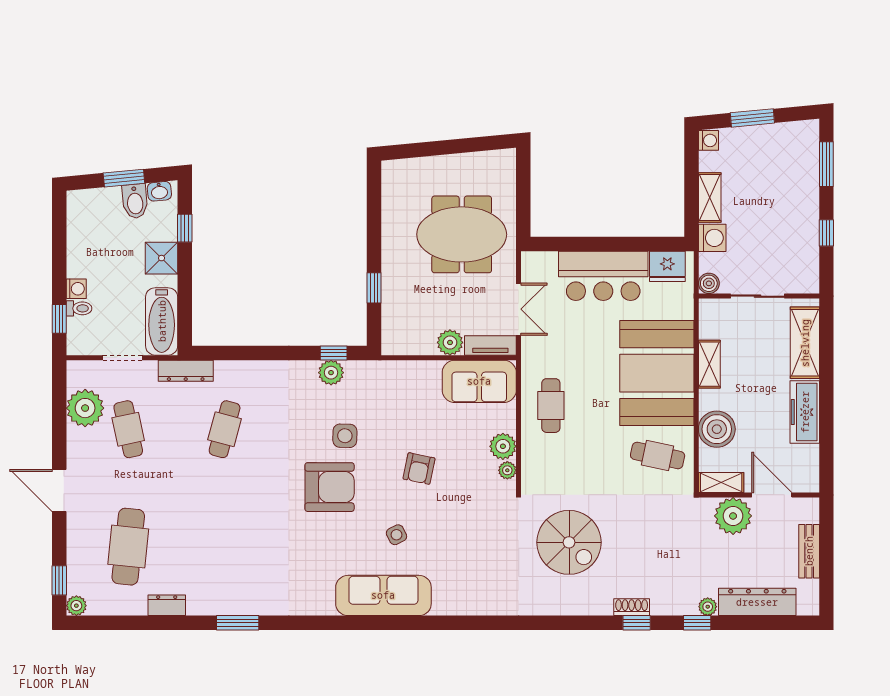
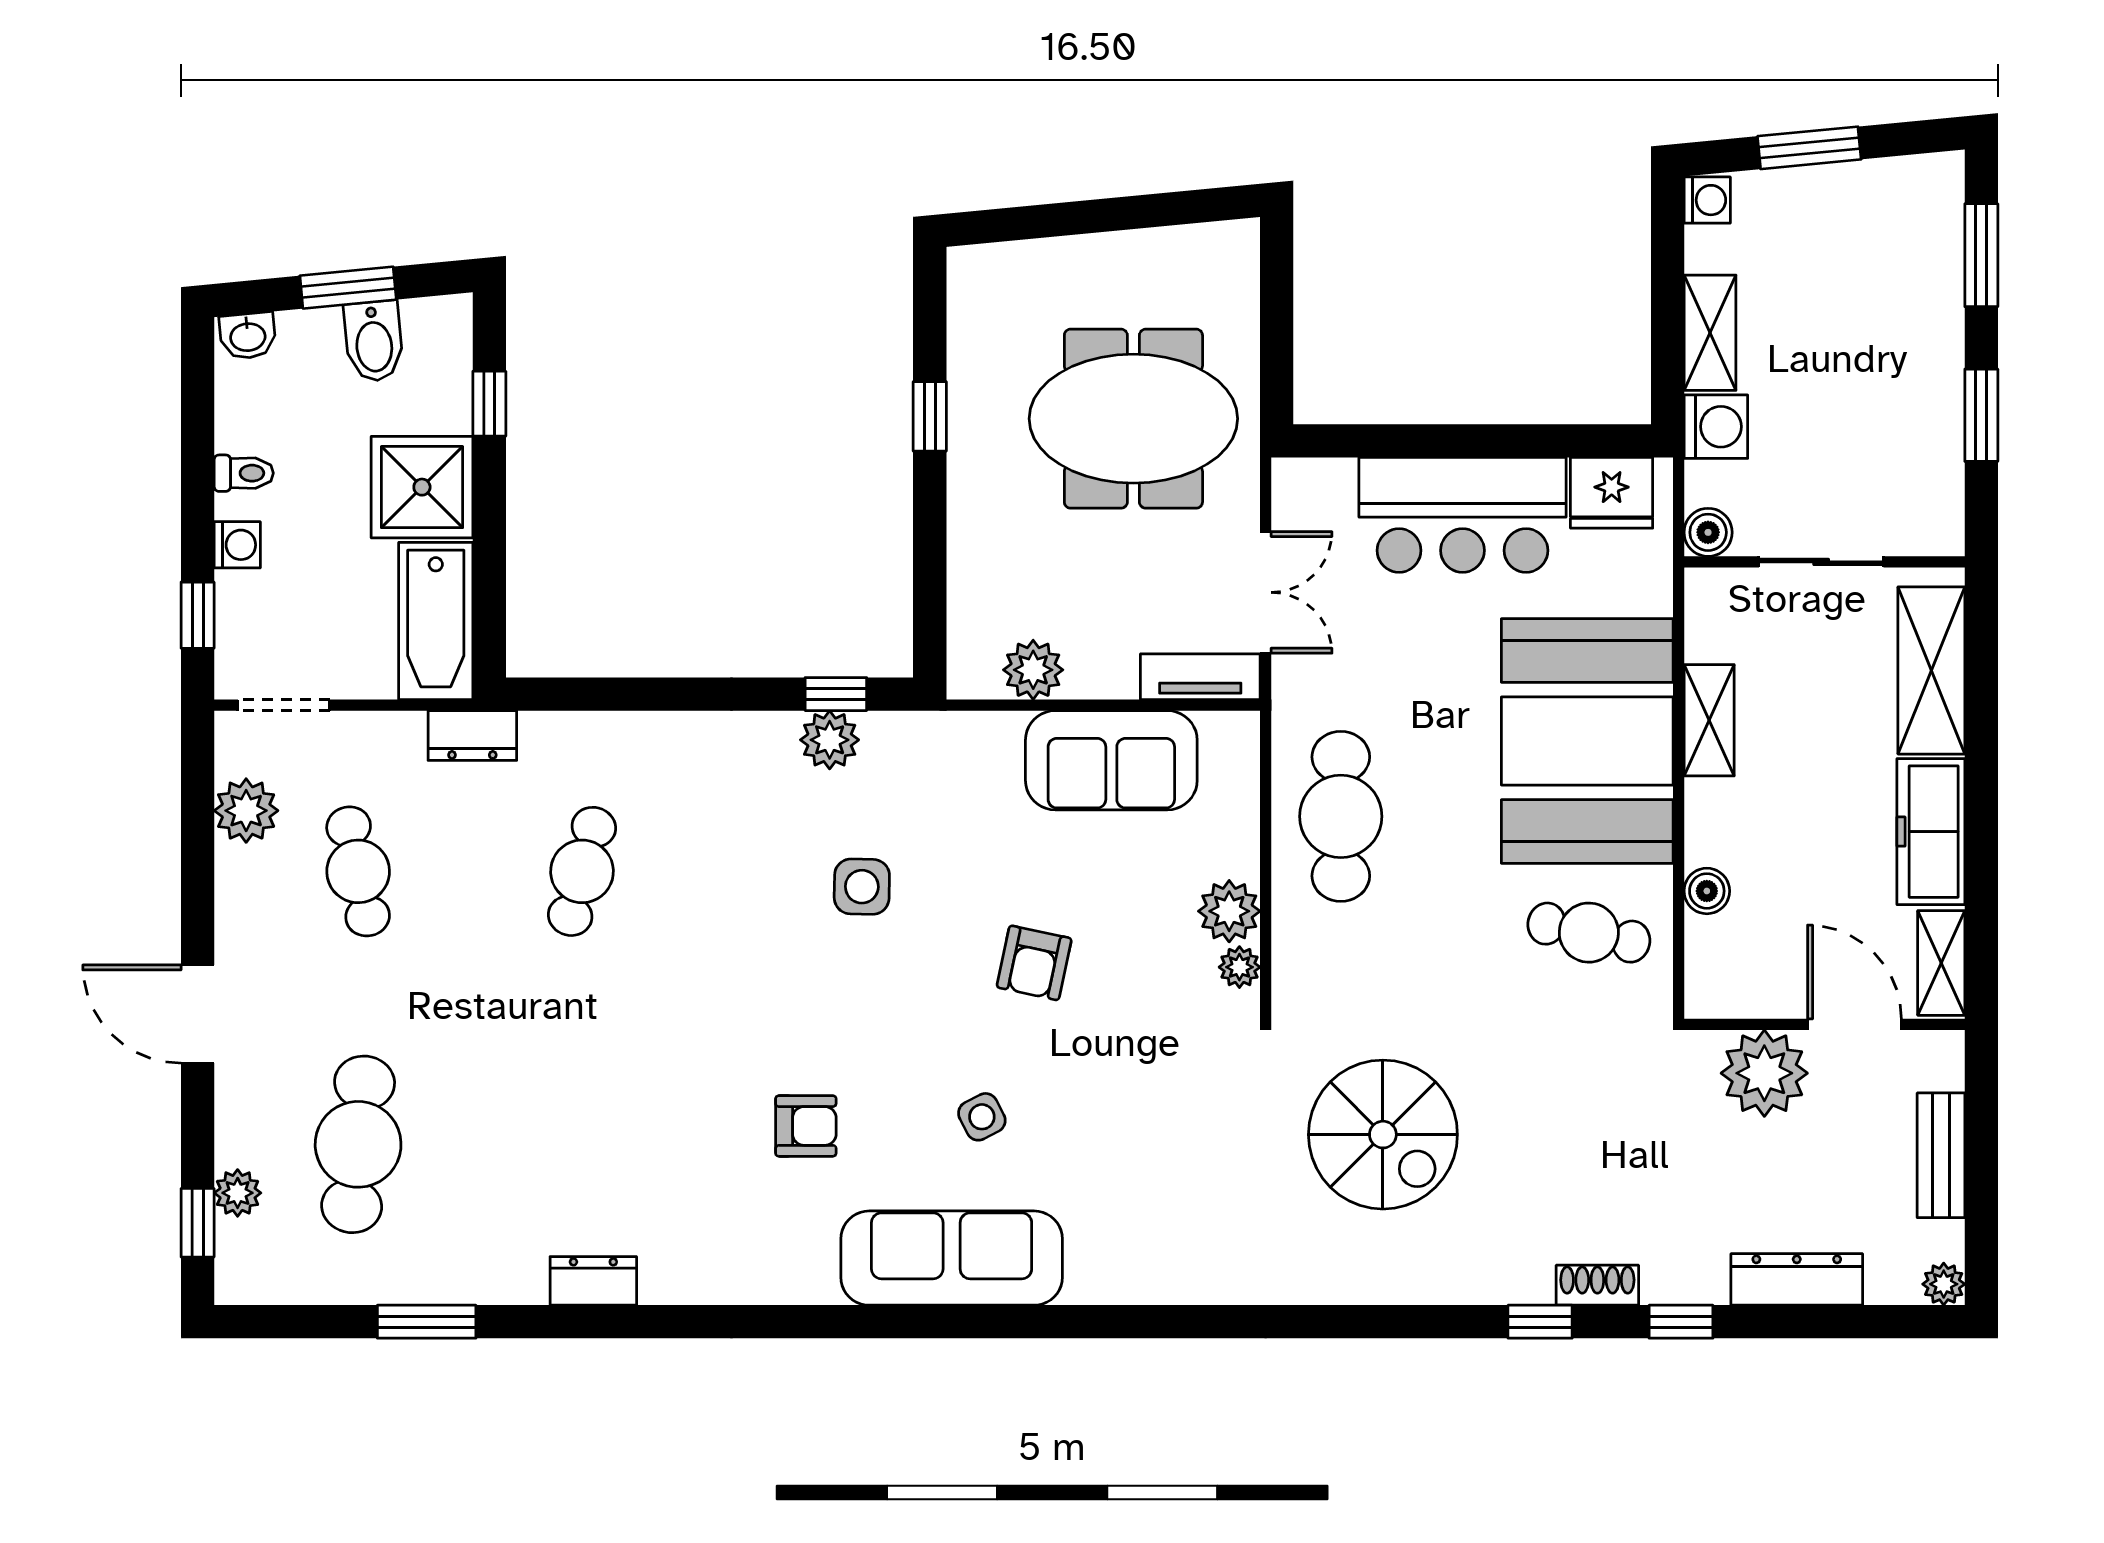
washbasin: (159, 191) -> (248, 336), moved
window: (826, 233) -> (1981, 415), width x1.50
shower: (162, 258) -> (422, 487), width x1.36, depth x1.36
window: (374, 288) -> (930, 416), moved
toilet: (79, 308) -> (244, 473), moved
plant: (450, 342) -> (1033, 670), moved
doorway: (122, 358) -> (284, 705), moved
dresser: (186, 371) -> (472, 735), width x0.70
sofa: (479, 381) -> (1111, 760), moved
cafe table: (551, 406) -> (1341, 816), width x1.37, depth x1.35
plant: (85, 408) -> (246, 811), width x0.73, depth x0.73
boiler: (717, 429) -> (1707, 891), width x0.54, depth x0.54
shelving: (721, 482) -> (1941, 963), moved, turned 90
armchair: (330, 487) -> (806, 1126), moved, width x0.53, depth x0.53
dresser: (757, 602) -> (1797, 1279), width x0.73, depth x0.80
dresser: (167, 605) -> (593, 1281), moved
plant: (76, 606) -> (238, 1193), moved
shoe rack: (632, 607) -> (1597, 1285), moved
plant: (708, 607) -> (1944, 1284), moved
window: (238, 623) -> (427, 1322), moved

